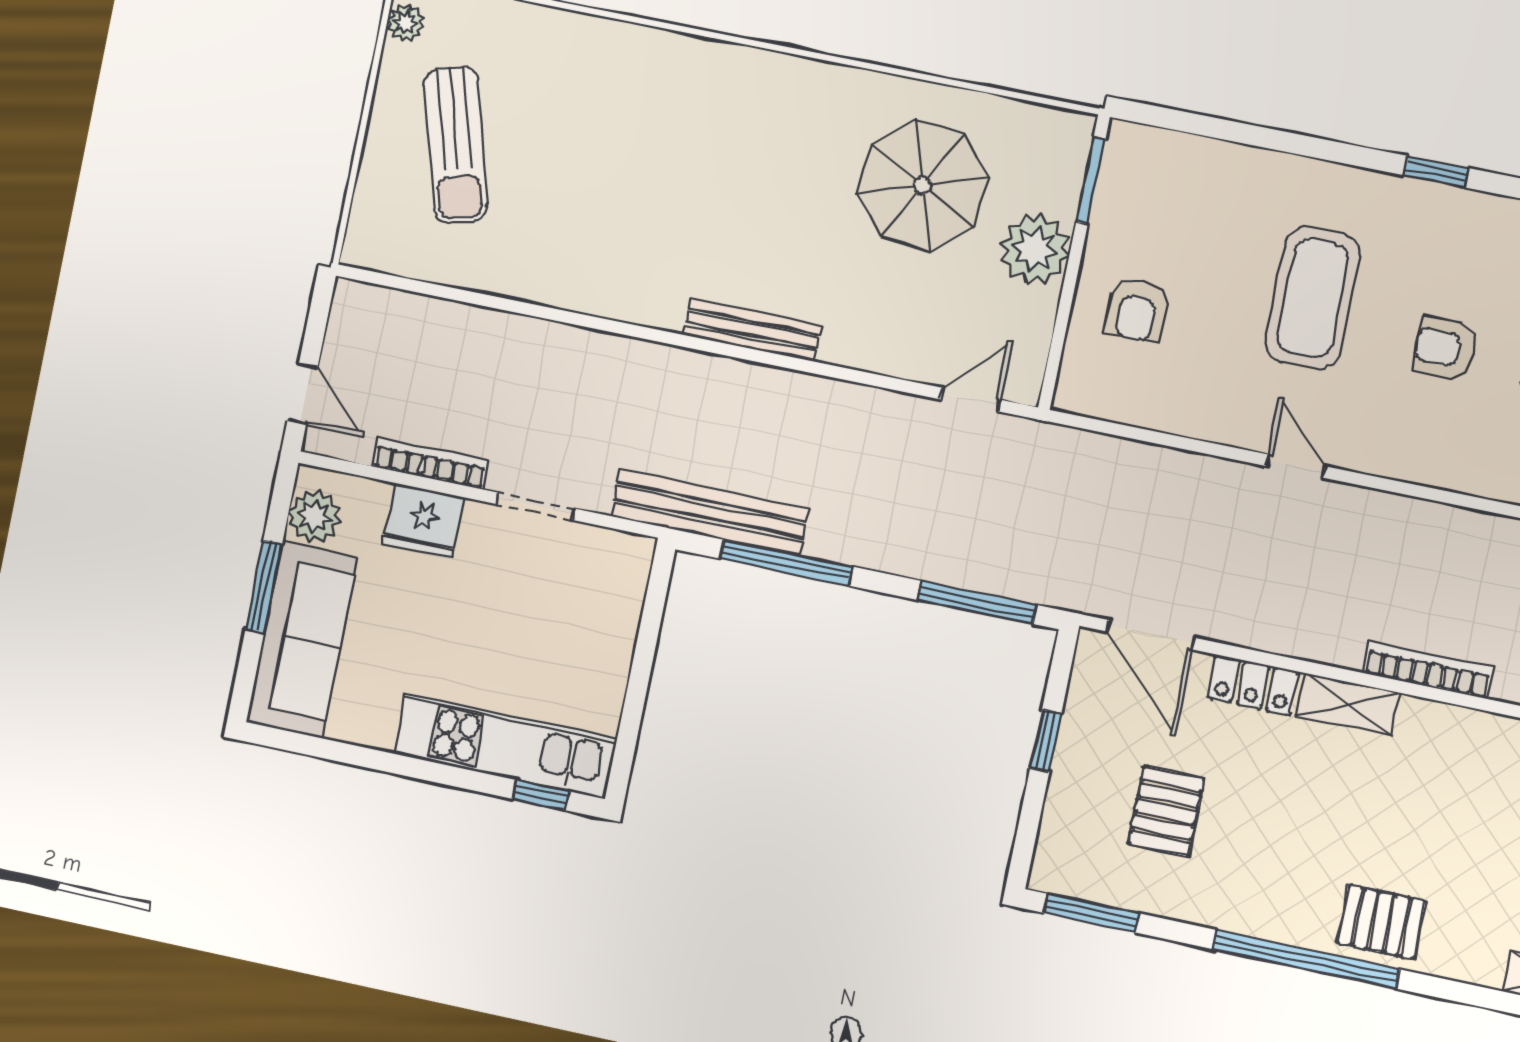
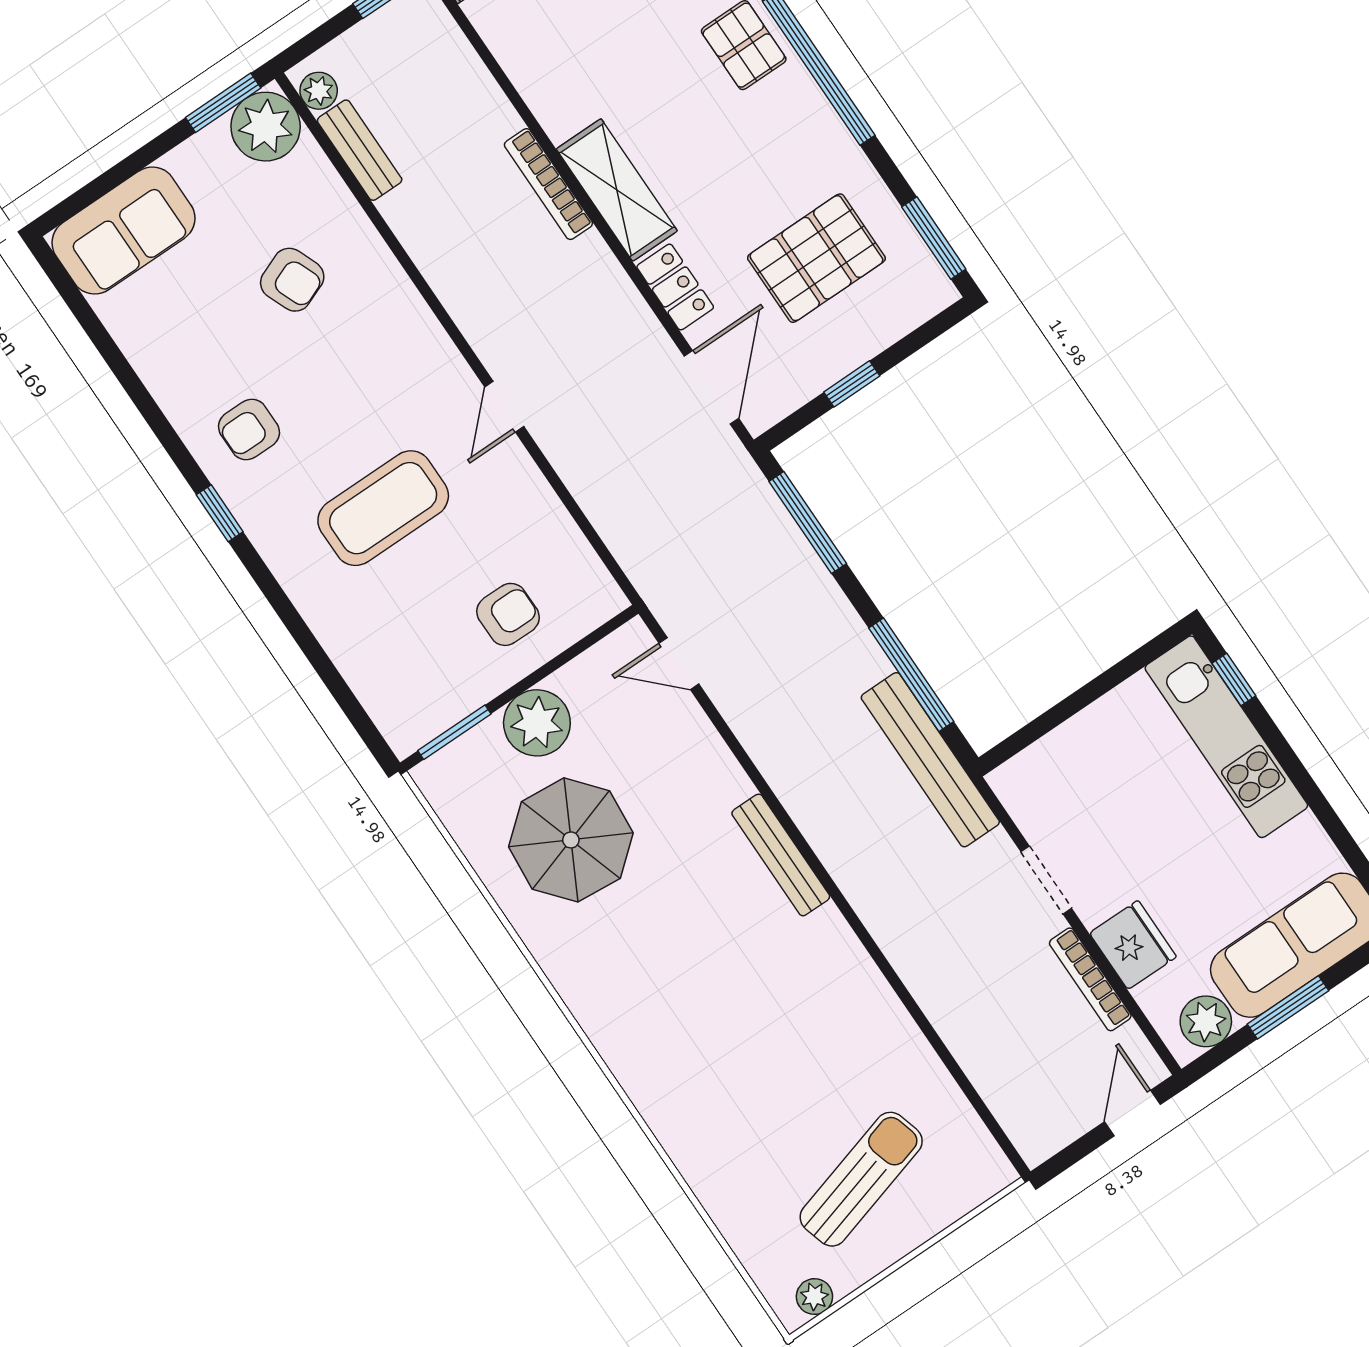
armchair: (1445, 349) -> (249, 430), moved, turned 90
shelving: (1348, 704) -> (617, 190), width x1.50, depth x1.33
pallet: (1166, 811) -> (816, 258), width x1.50, depth x1.42

